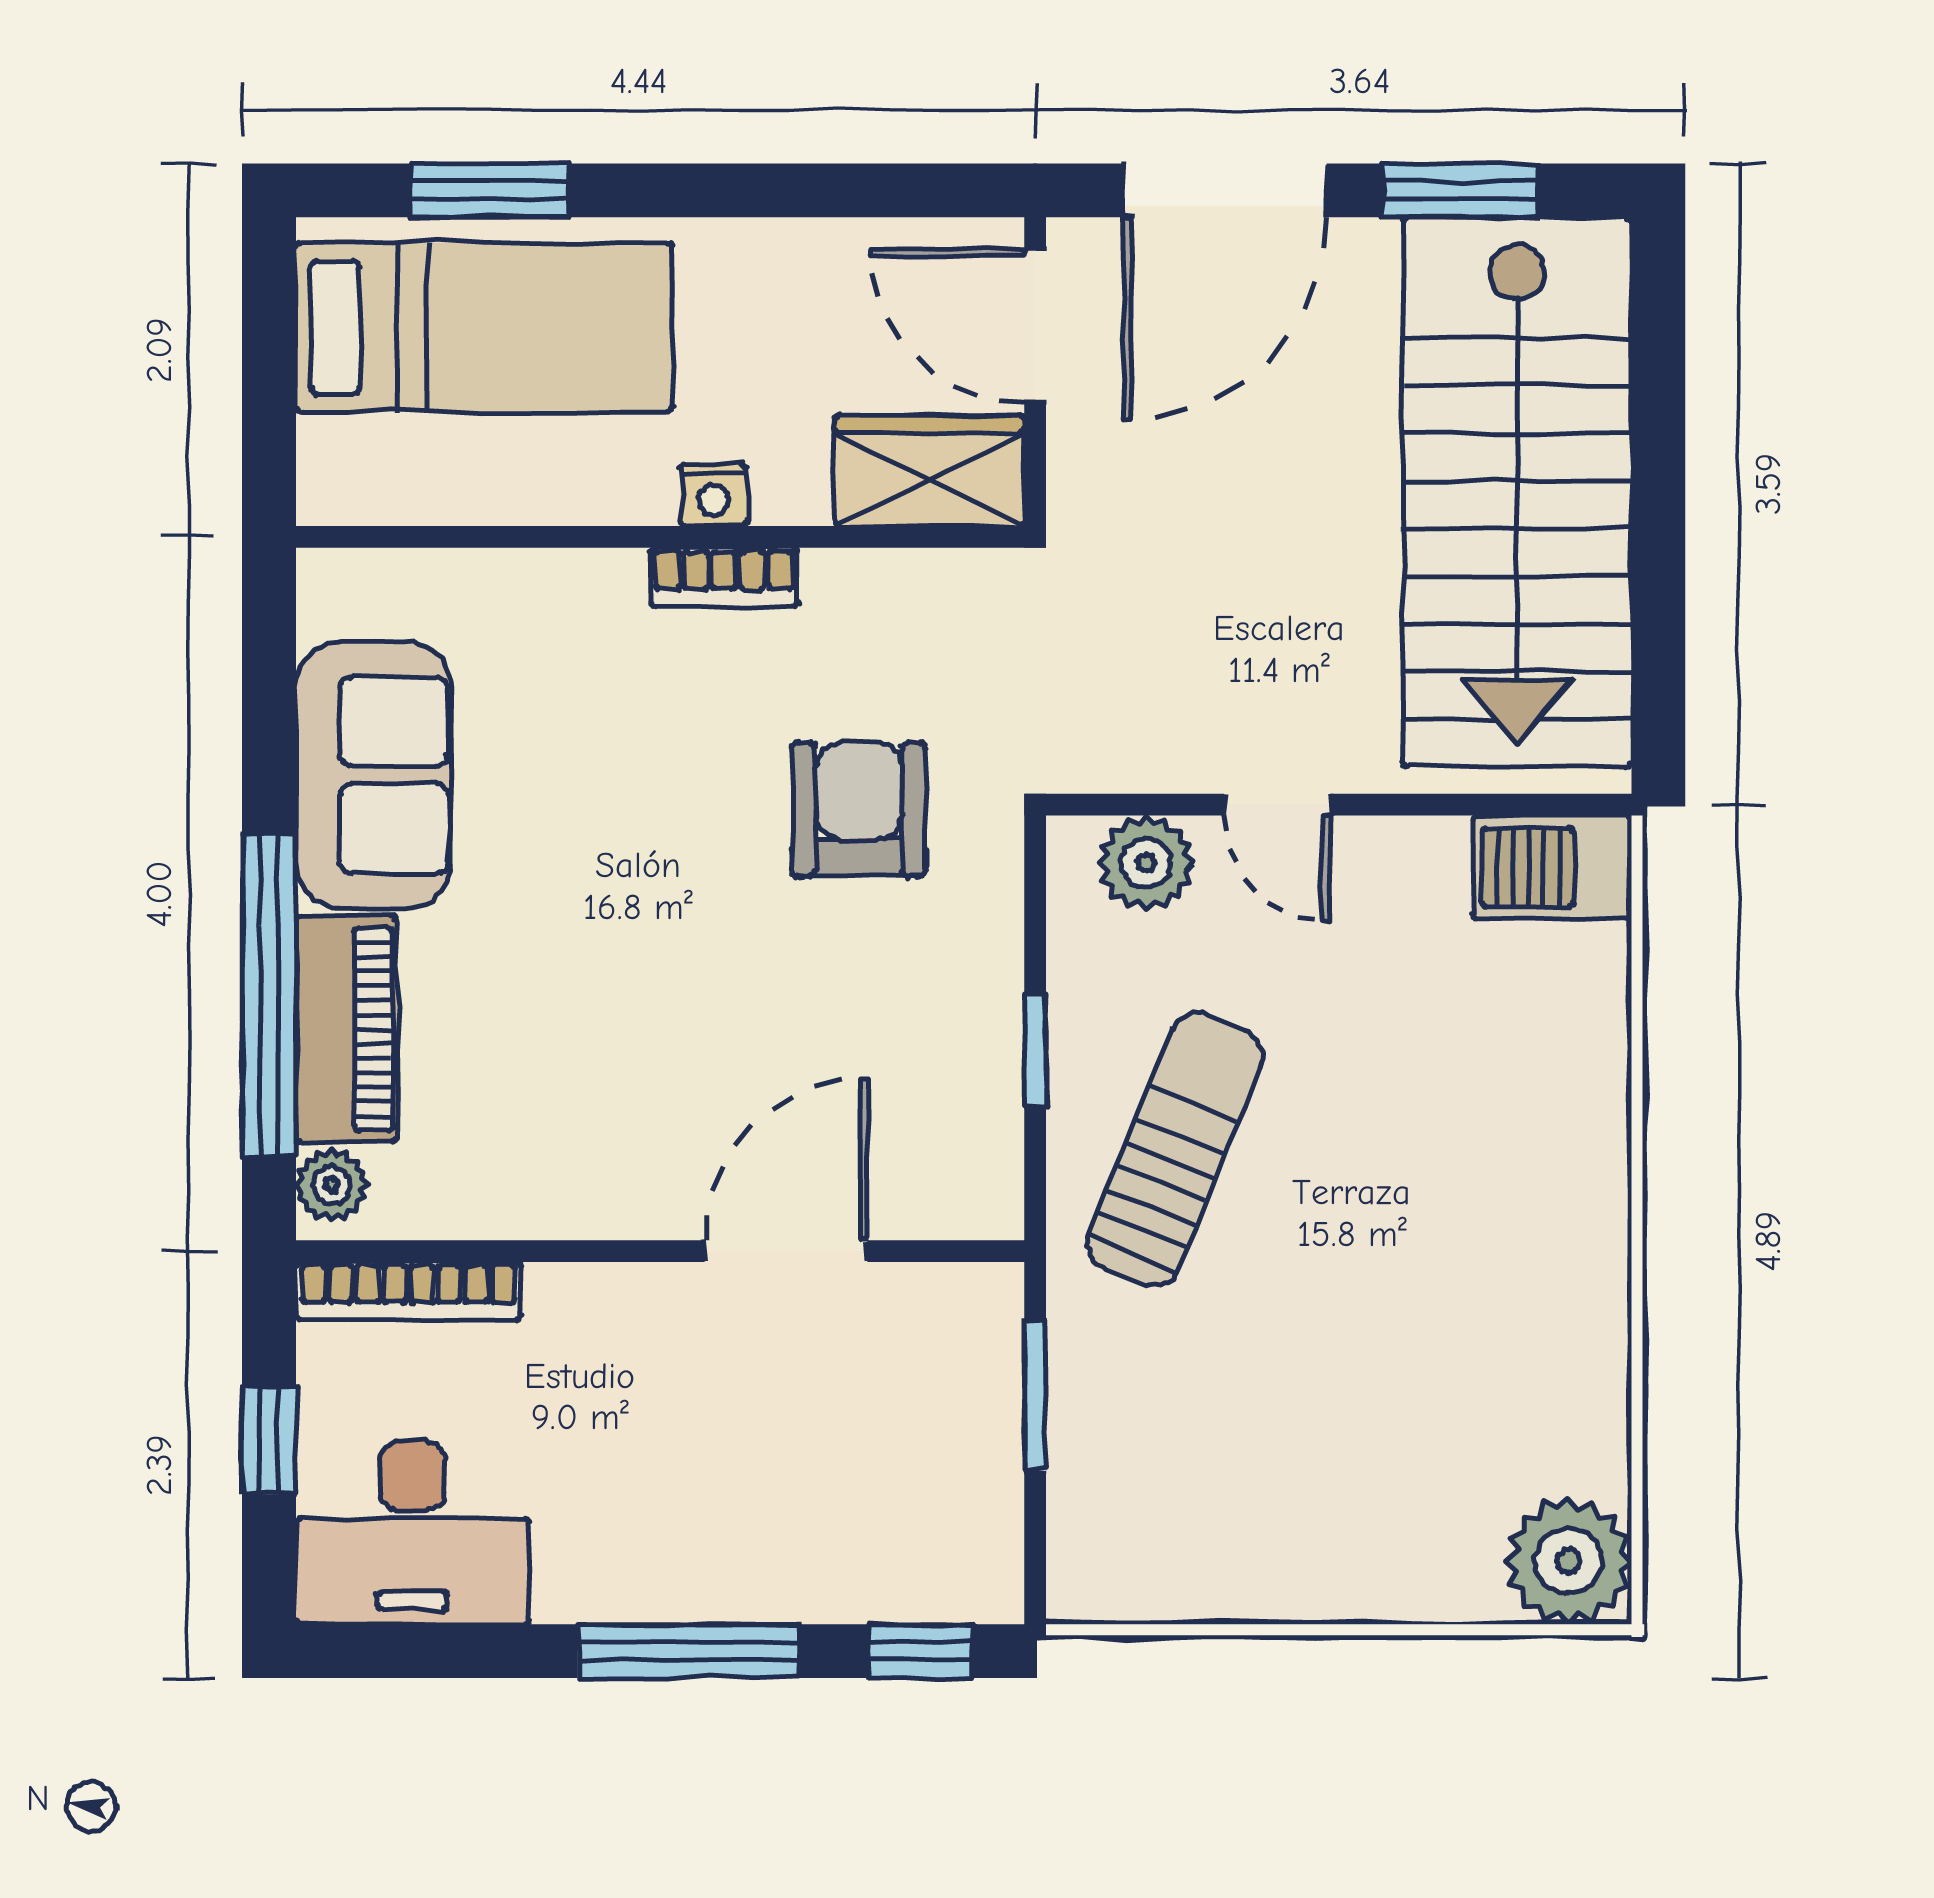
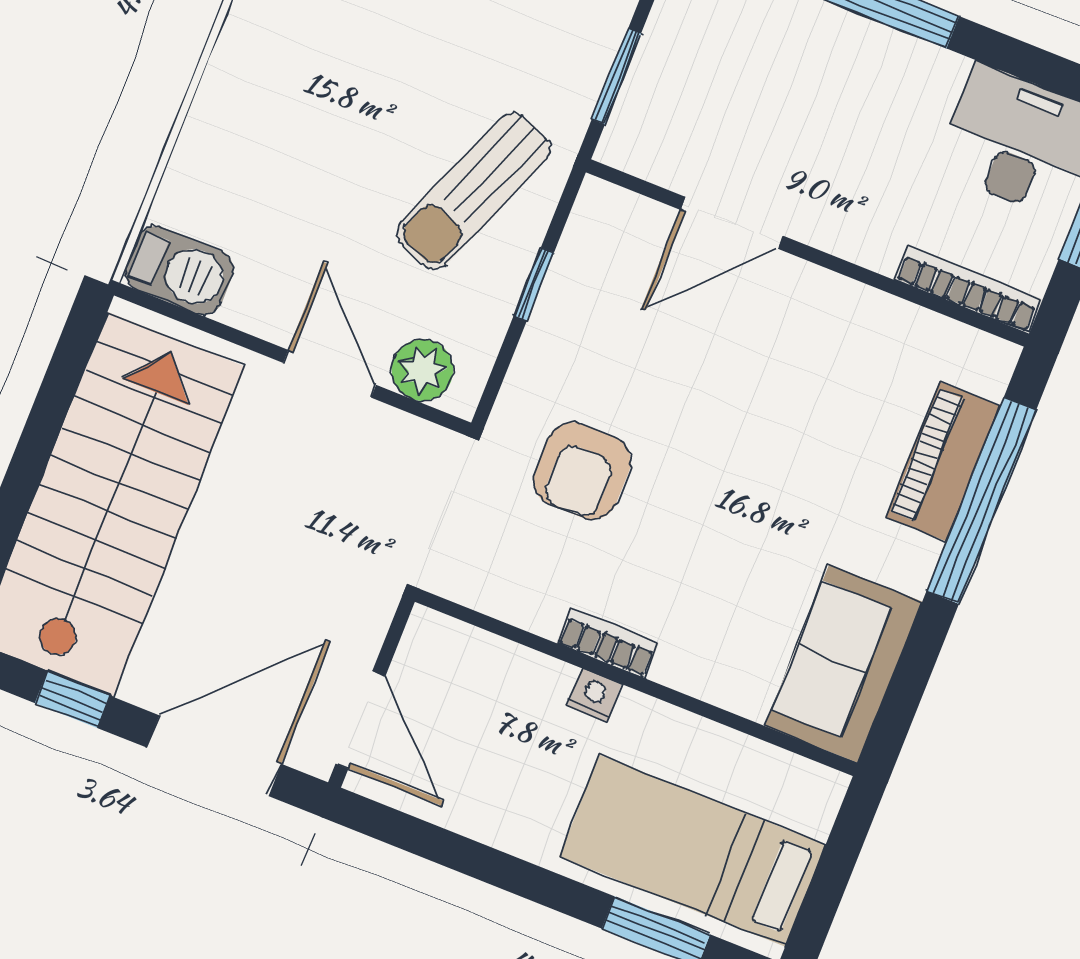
window: (1460, 190) -> (72, 699), width x0.67
wardrobe: (929, 471) -> (459, 658), removed
sofa: (373, 775) -> (844, 664), moved
door: (1277, 805) -> (330, 374), width x1.38
plant: (332, 1185) -> (989, 371), removed

